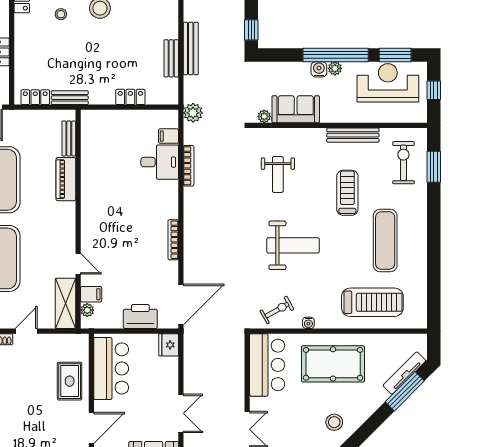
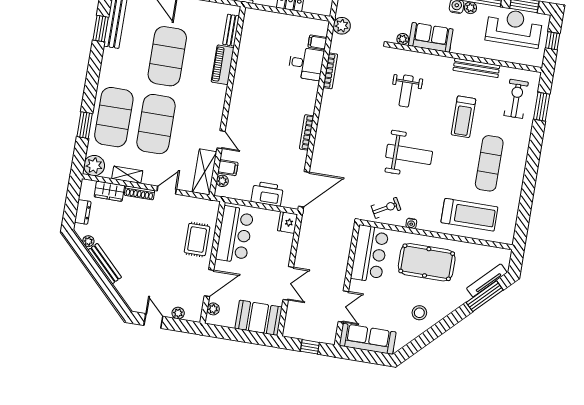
treadmill: (347, 193) -> (463, 117), turned 180

